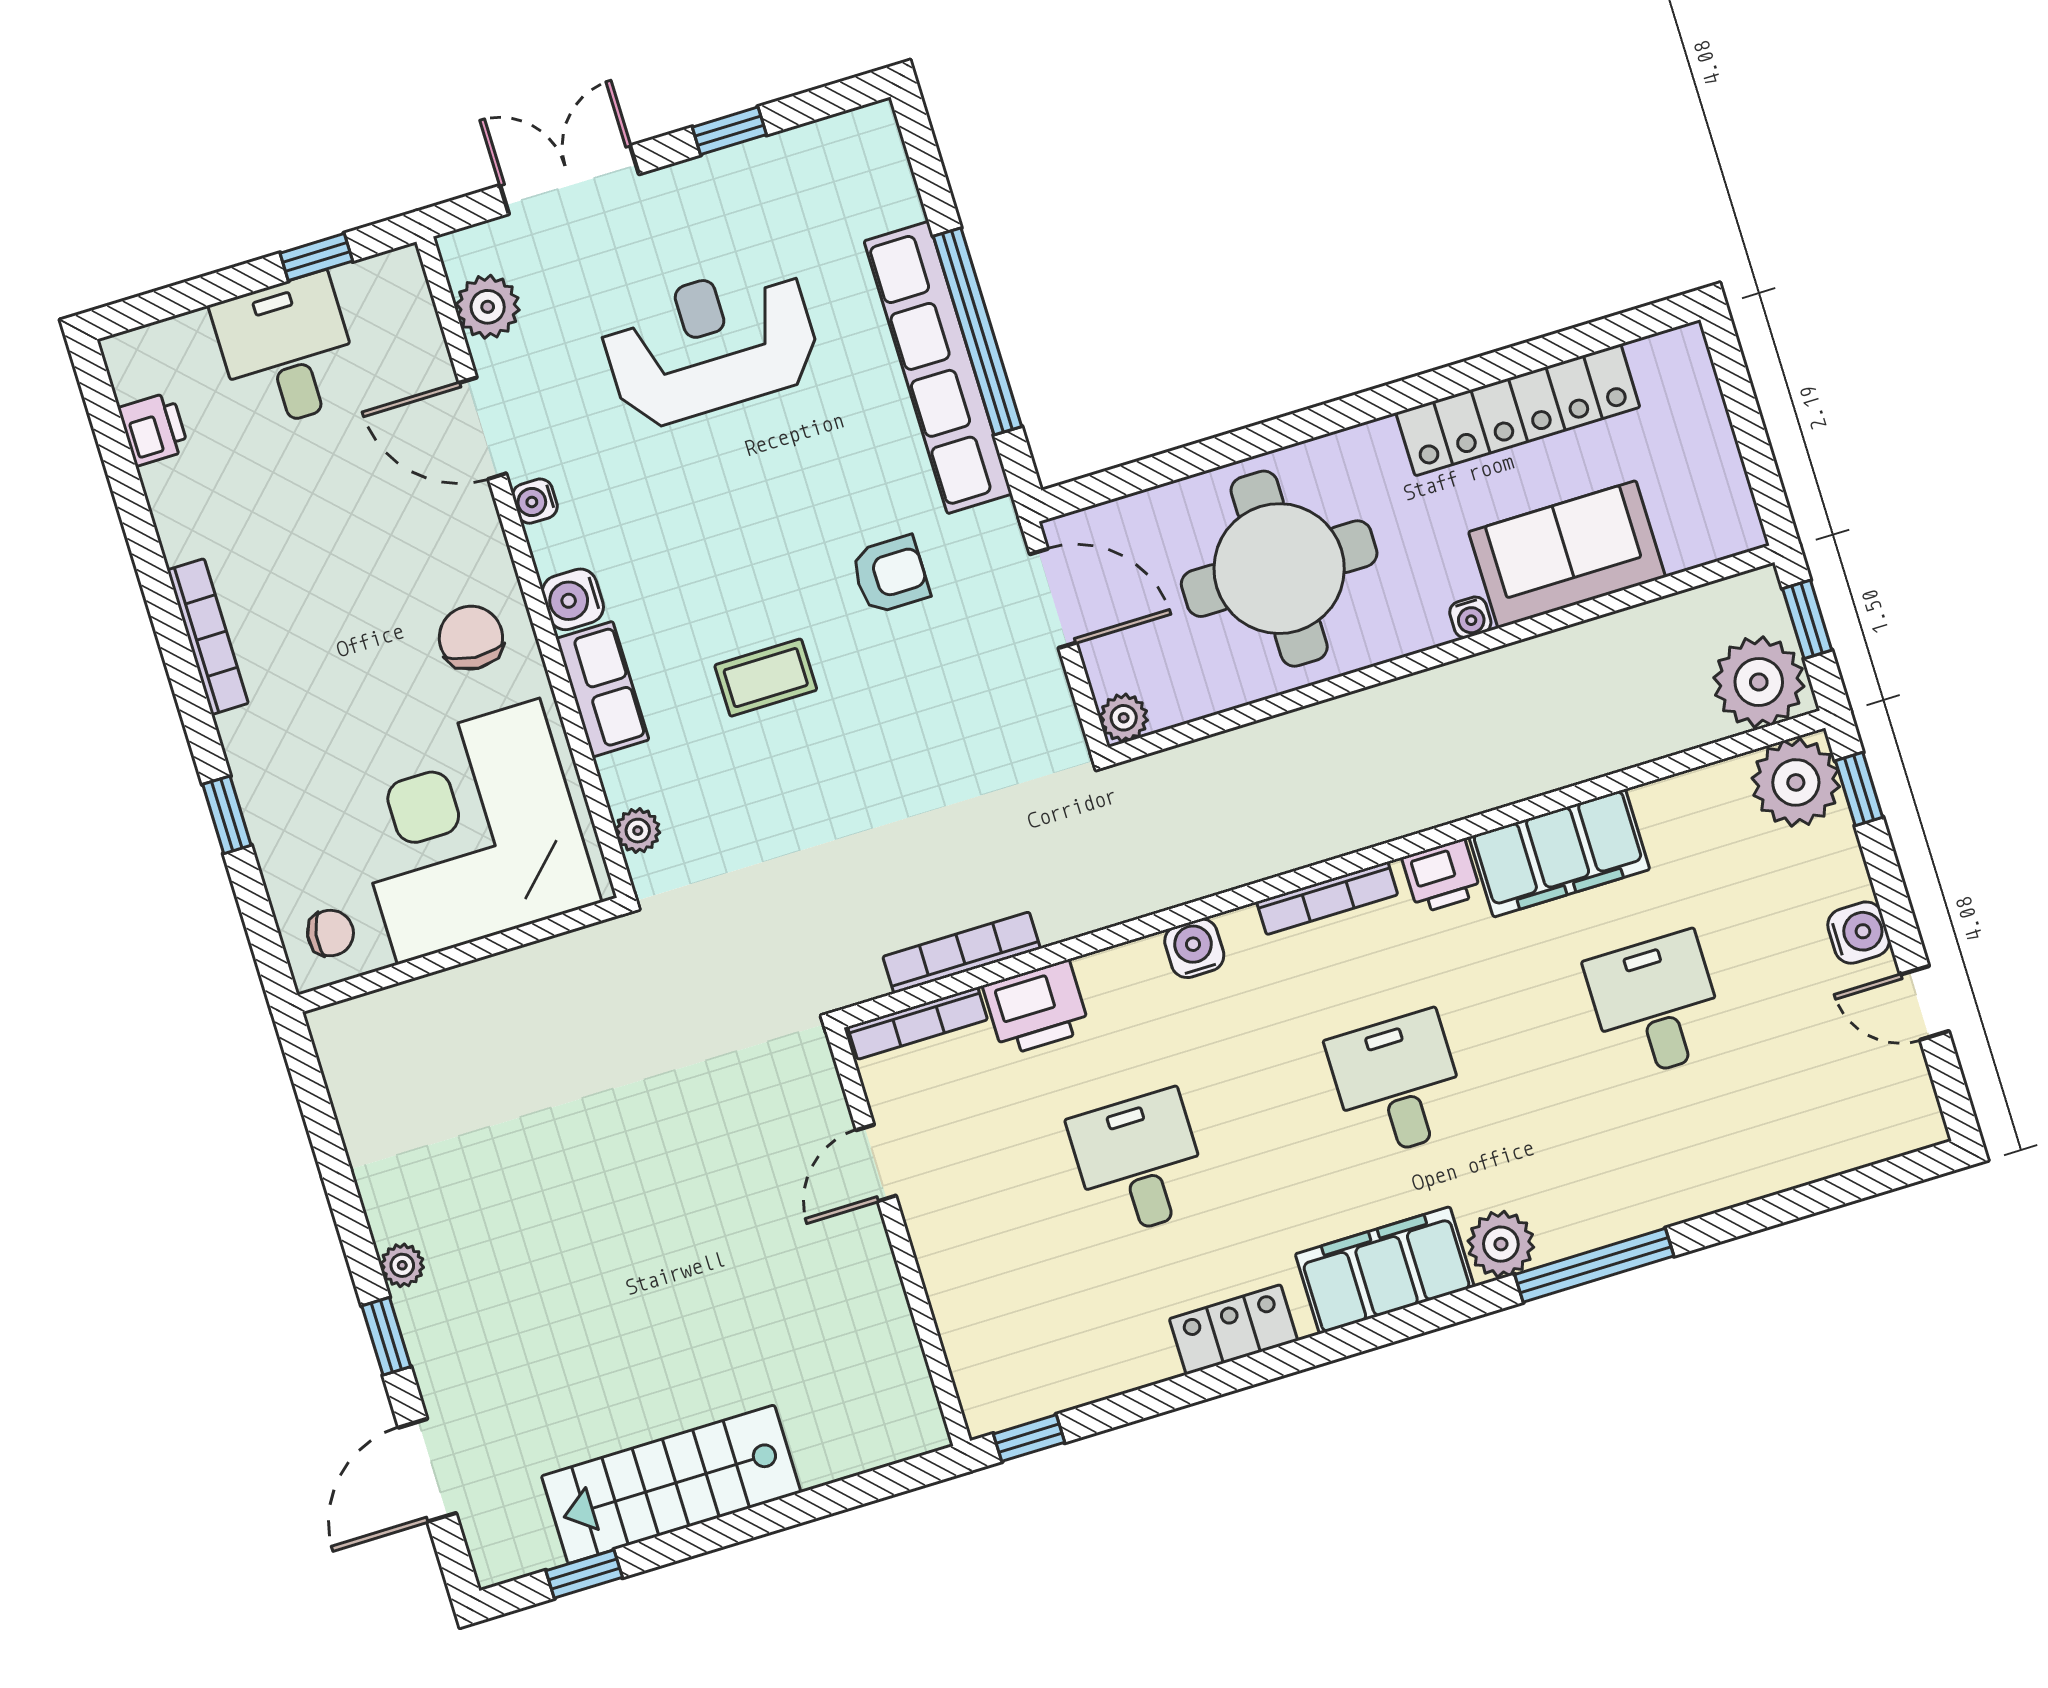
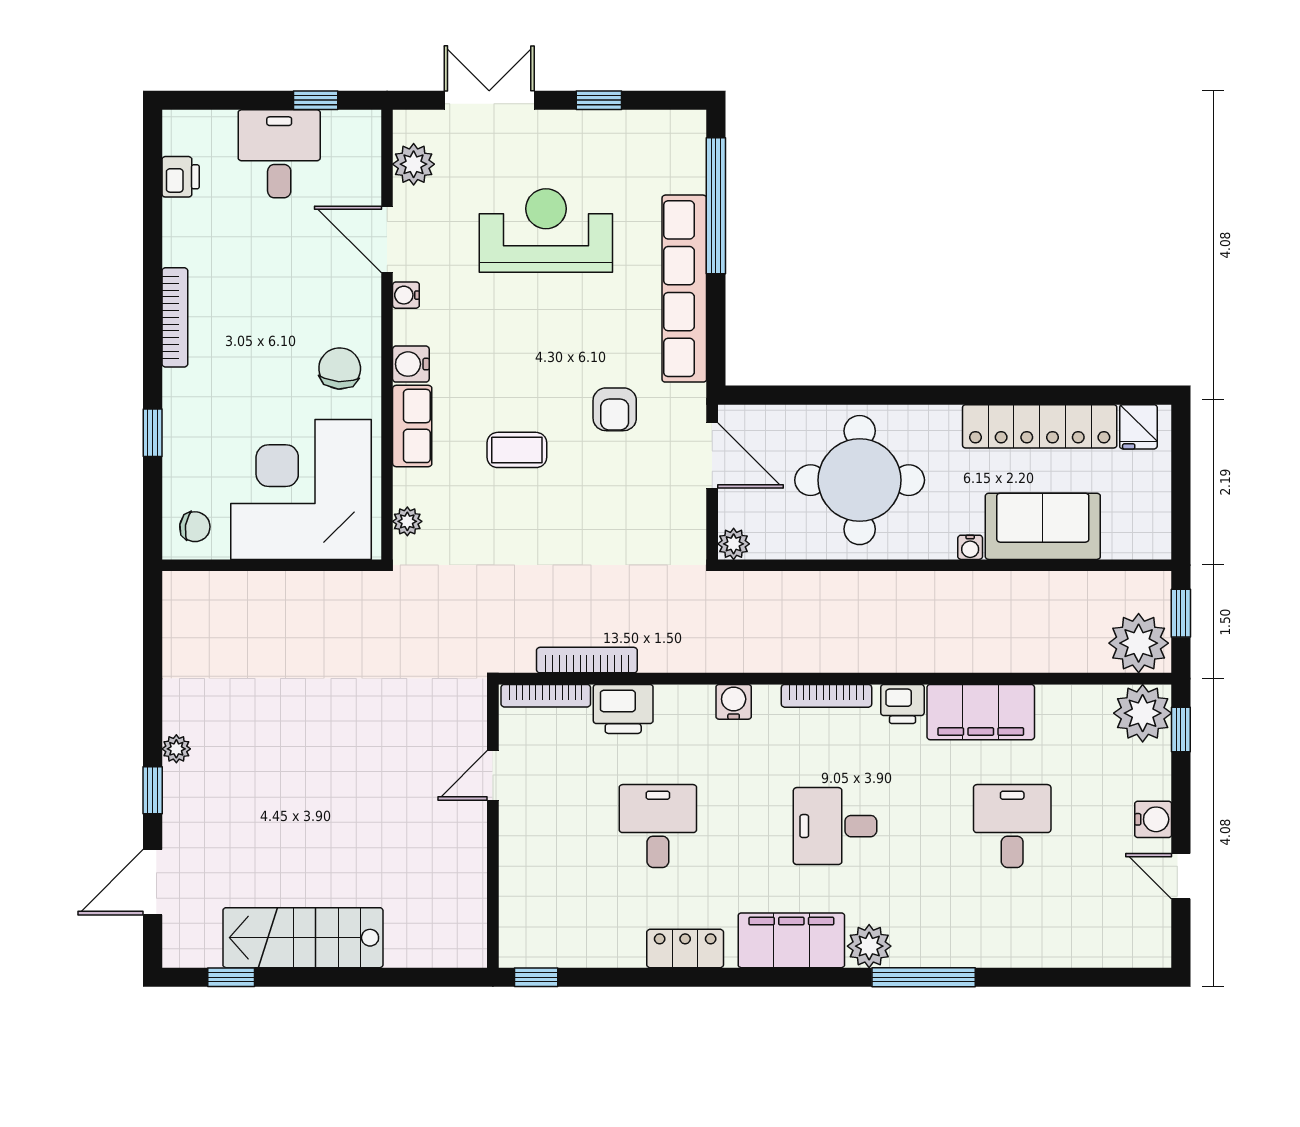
window: (977, 331) -> (716, 206), moved
fridge: (1662, 367) -> (1138, 427), added
armchair: (890, 575) -> (615, 409), turned 90
desk: (1398, 1084) -> (835, 826), turned -90

